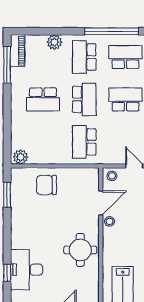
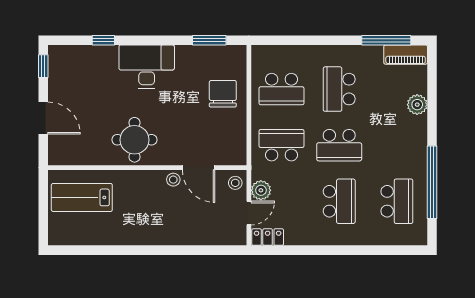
school desk: (84, 57) -> (281, 89), moved, turned 180
plant: (21, 157) -> (261, 190), moved
desk: (26, 270) -> (147, 67), moved

